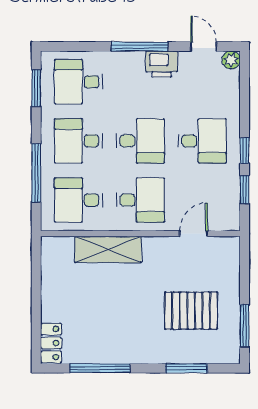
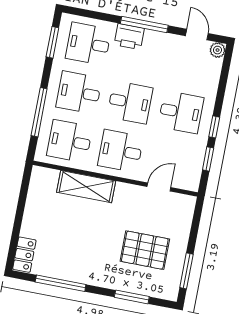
printer: (162, 64) -> (129, 36), moved
desk: (140, 200) -> (121, 151), turned 180

